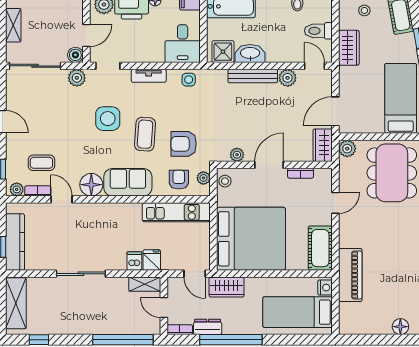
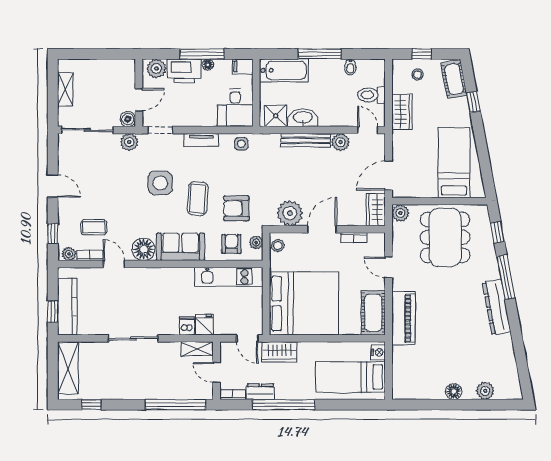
plant: (237, 155) -> (290, 213), width x1.88, depth x1.88
door: (335, 203) -> (389, 267), swing flipped
piano: (350, 275) -> (403, 318), moved

